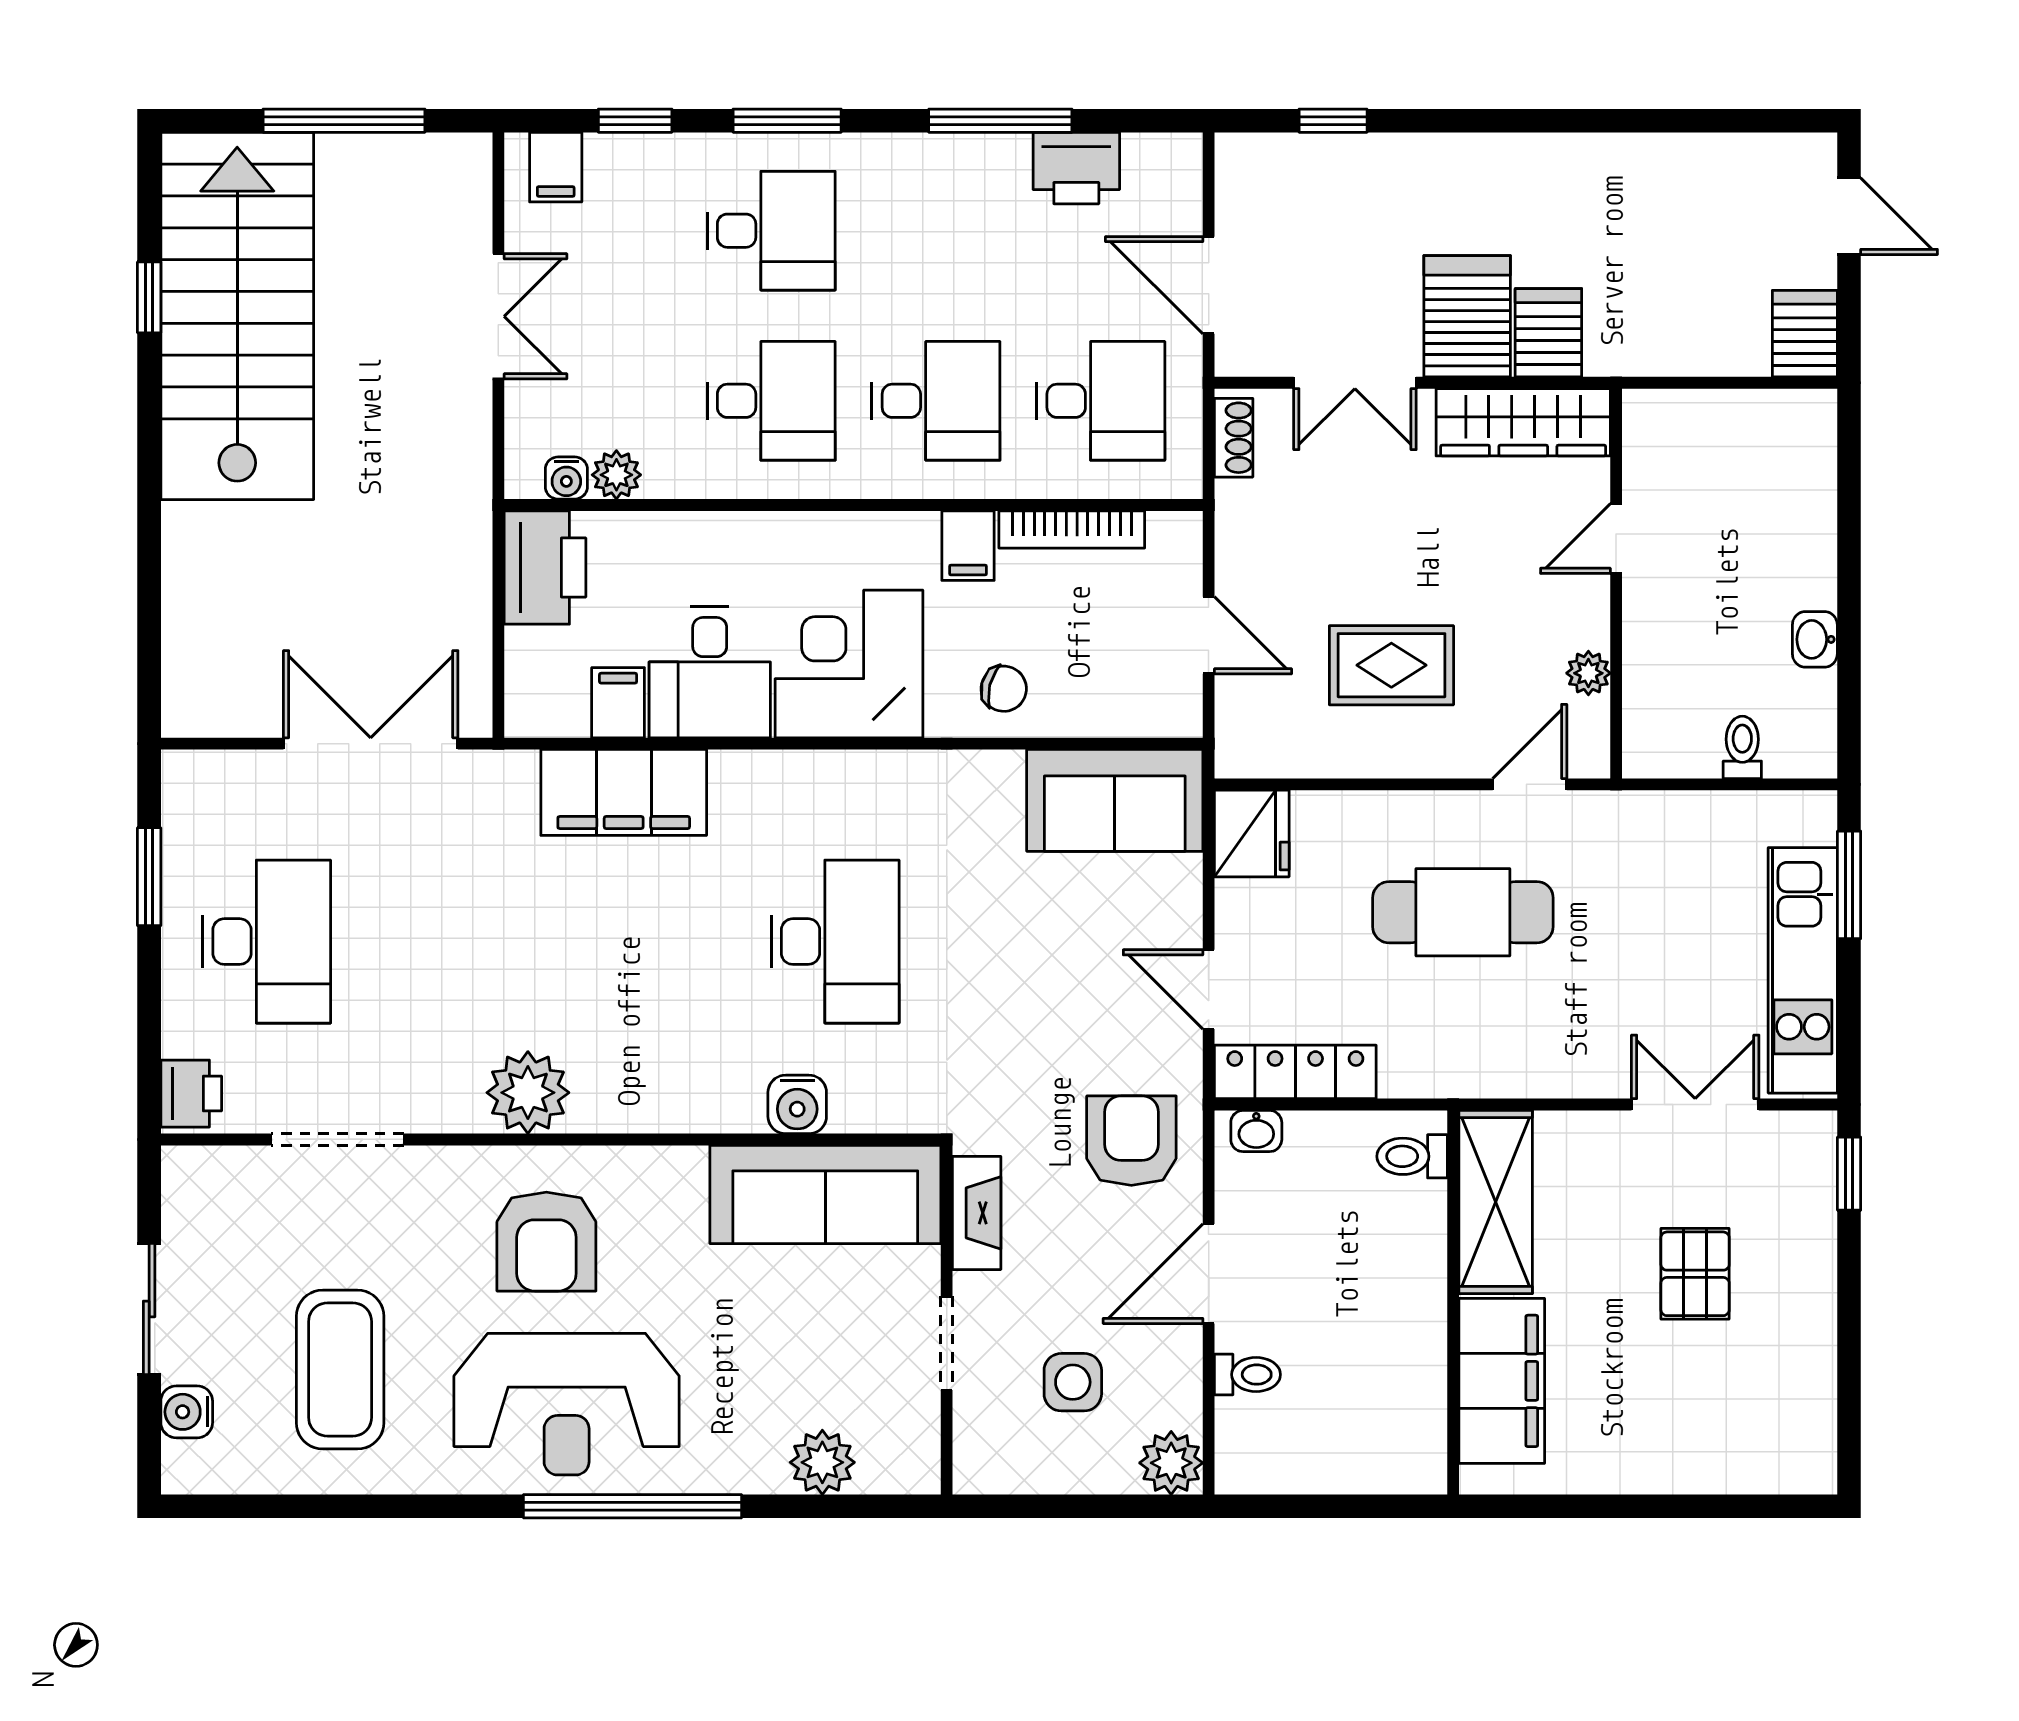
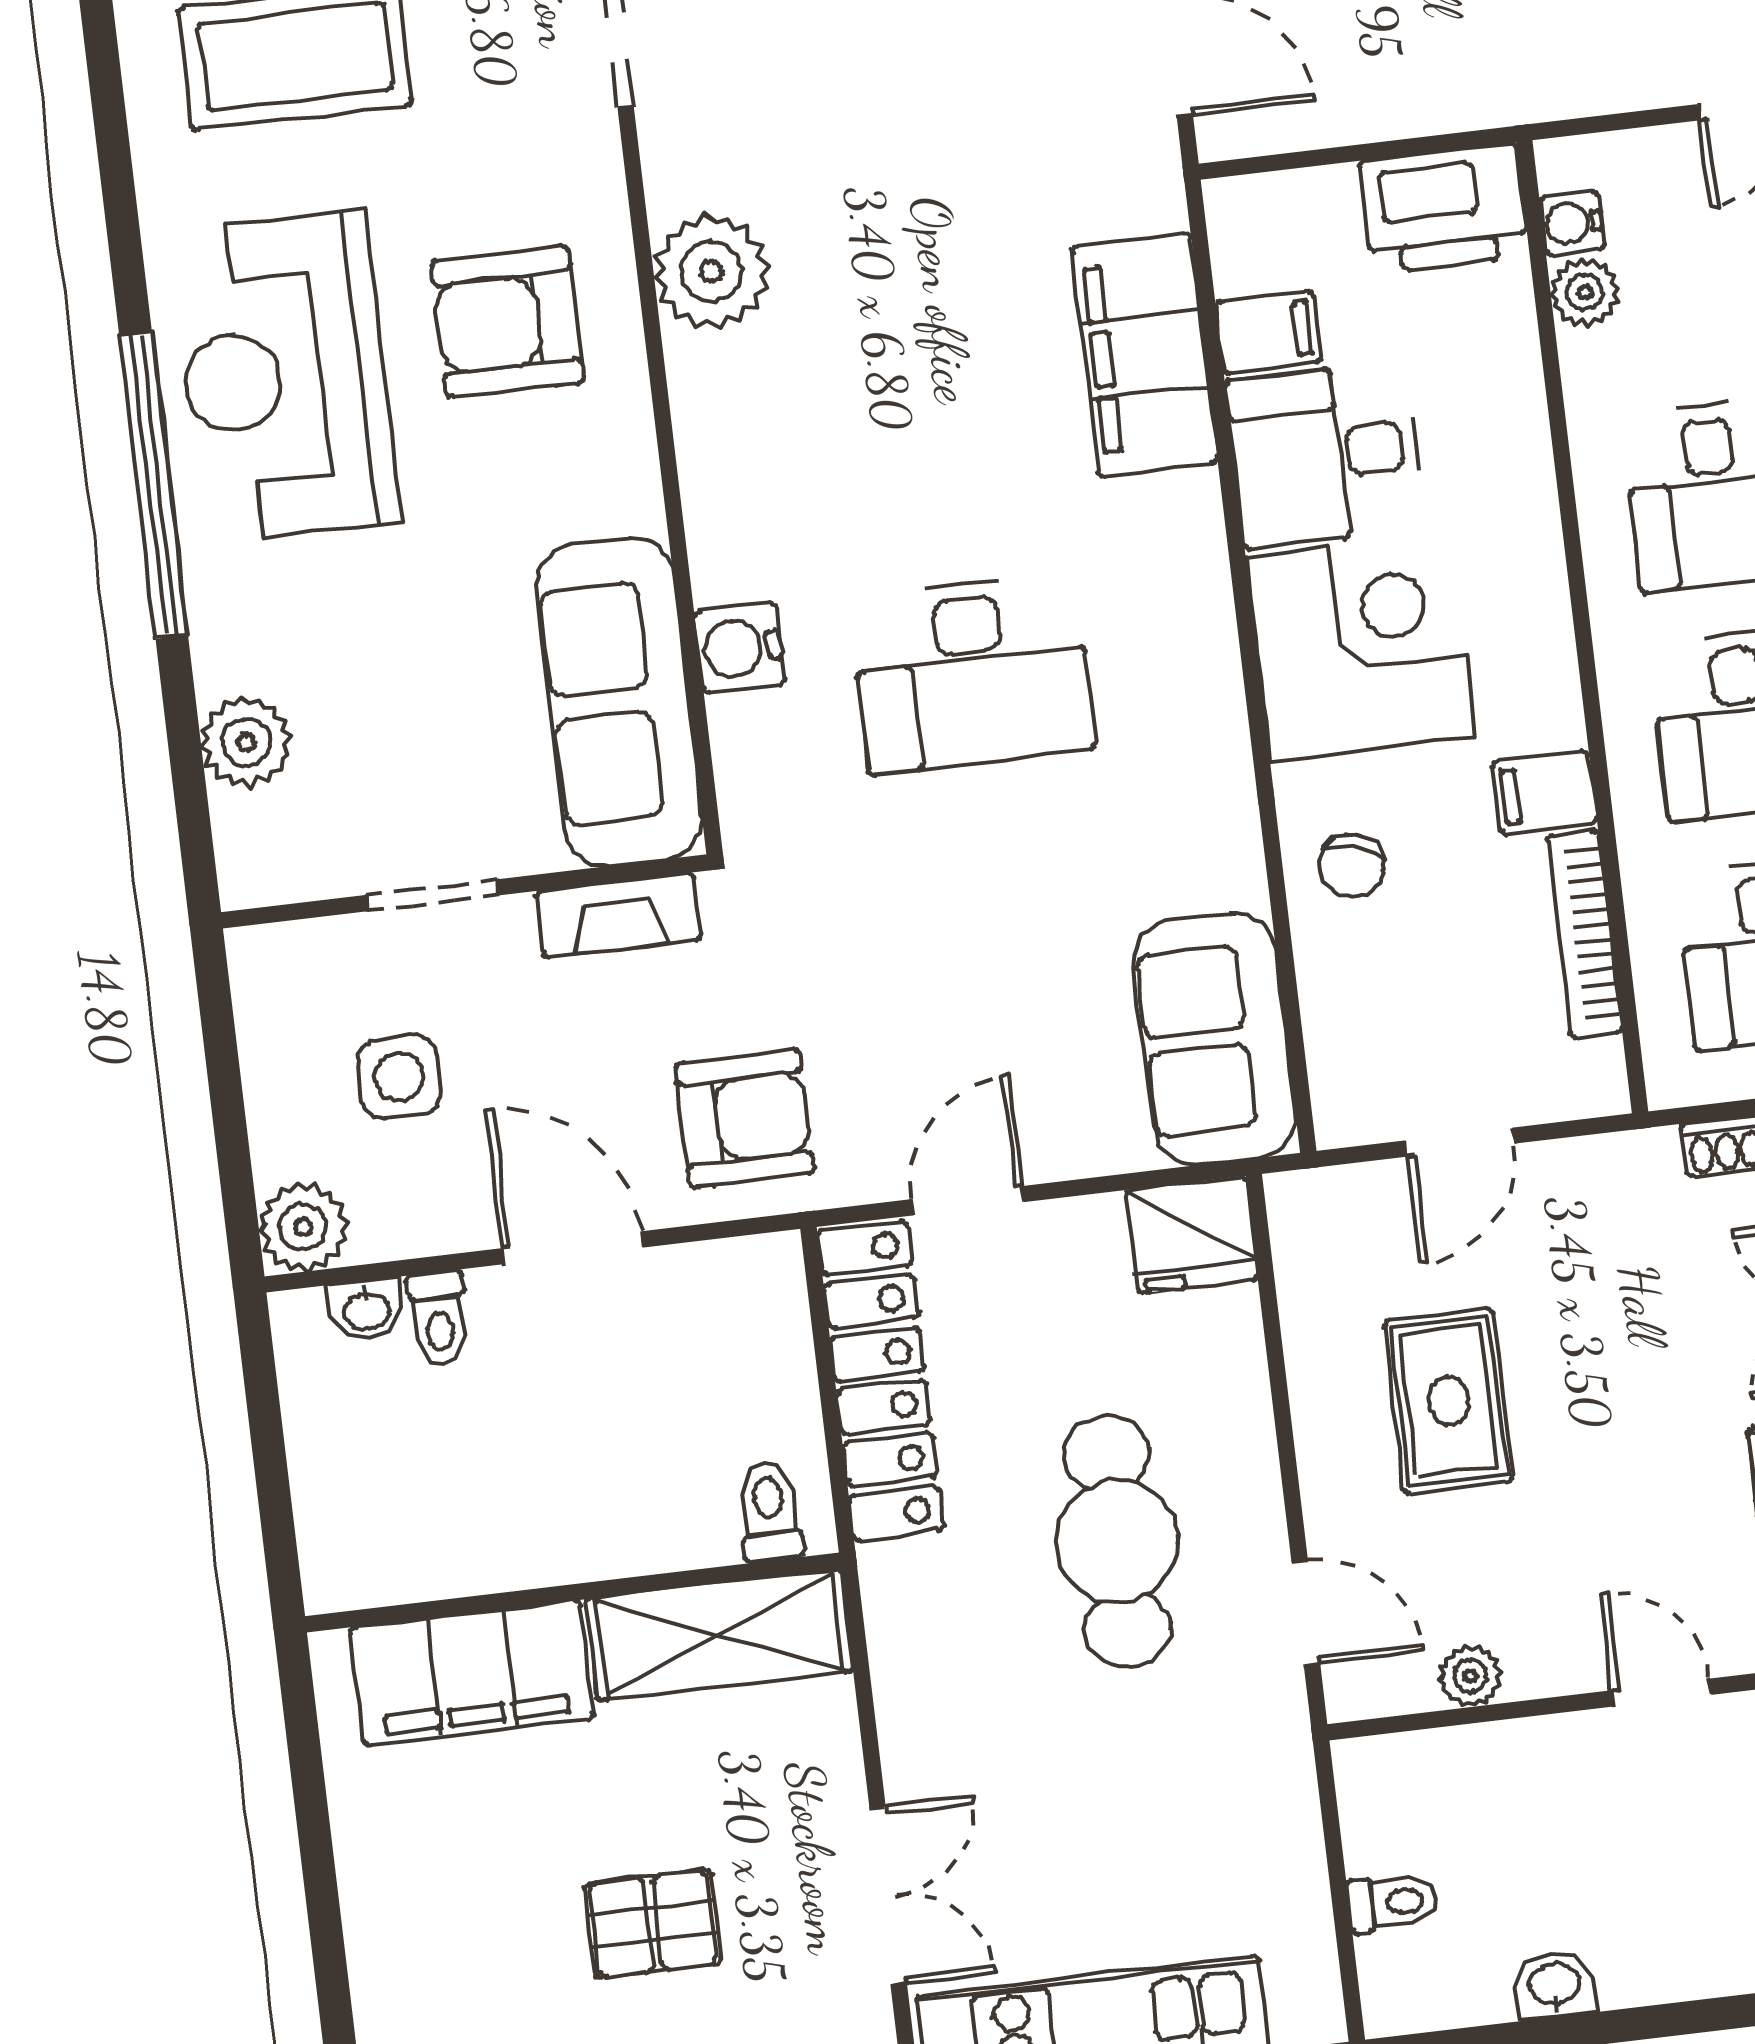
locker: (1295, 1072) -> (881, 1380), width x1.41, depth x1.21
washbasin: (1256, 1131) -> (367, 1310), moved, turned -90

